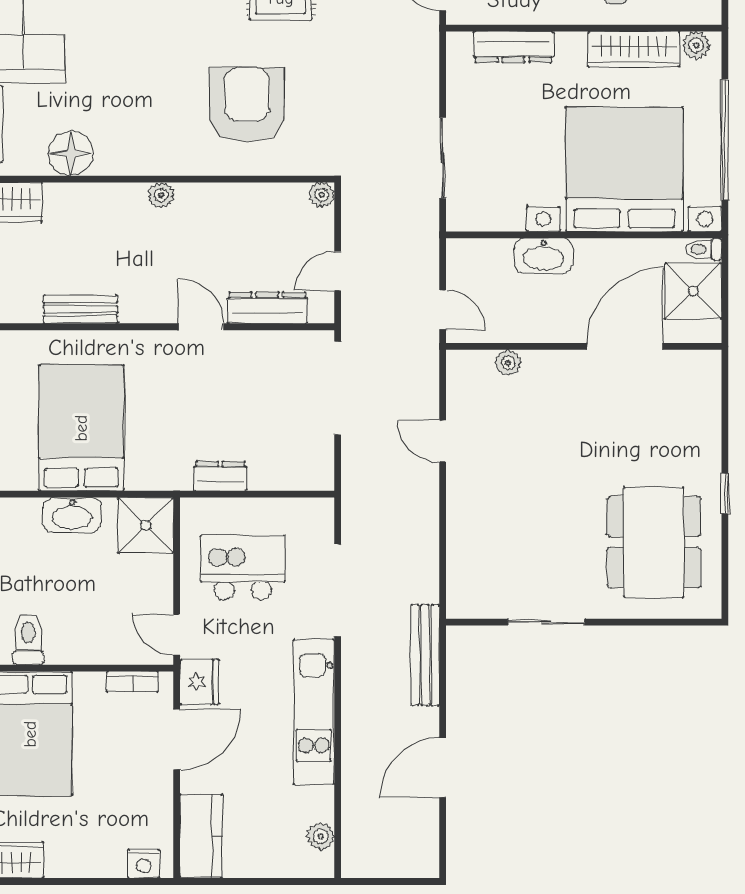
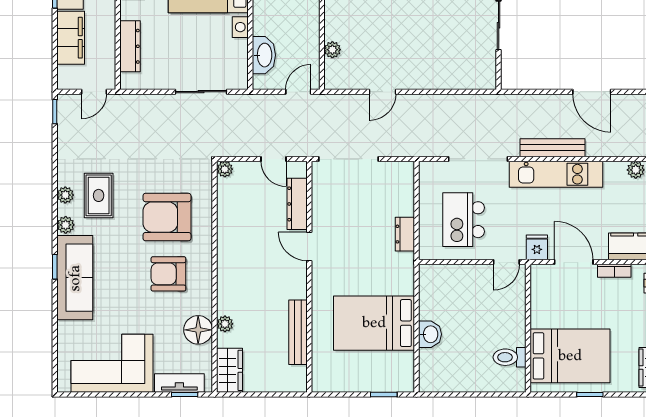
armchair: (158, 107) -> (168, 274), added
plant: (161, 195) -> (225, 324), moved
washbasin: (543, 256) -> (264, 55), moved
bench: (81, 309) -> (298, 332), width x1.36
door: (201, 327) -> (309, 247), hinge flipped
washbasin: (72, 515) -> (430, 334), width x0.72
shower: (146, 525) -> (436, 282), removed
bench: (425, 655) -> (552, 148), moved
bookcase: (132, 682) -> (614, 271), moved, turned 90
fridge: (200, 682) -> (537, 247), width x0.72

